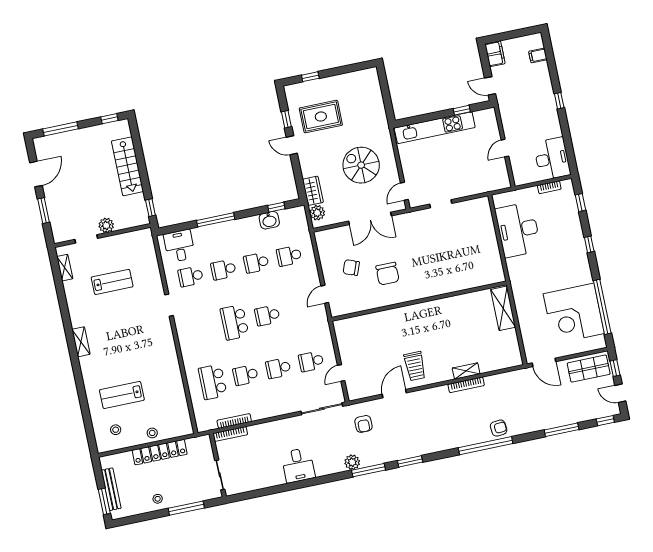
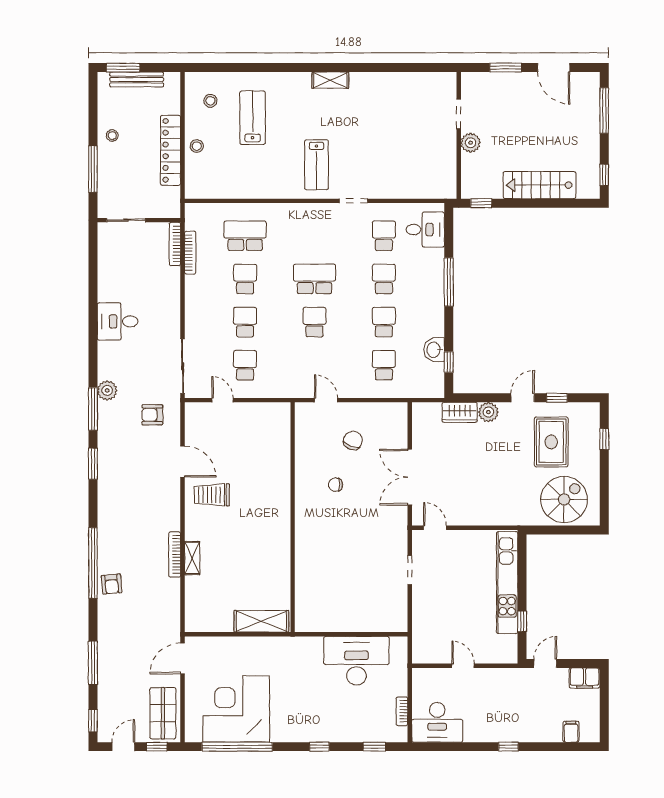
spiral stairs: (361, 165) -> (564, 499), moved
plant: (317, 213) -> (488, 412), moved
shelving: (65, 268) -> (428, 79), removed
chair: (387, 274) -> (336, 485), width x0.54, depth x0.54
lab bench: (112, 282) -> (317, 165), moved

